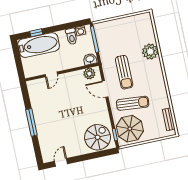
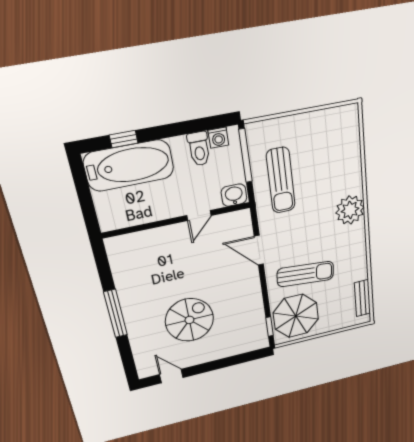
plant: (150, 52) -> (350, 210), moved
sun lounger: (124, 72) -> (281, 180), moved
door: (51, 74) -> (199, 216), moved
plant: (89, 74) -> (231, 223), removed
spiral stairs: (98, 137) -> (189, 320), moved
door: (61, 162) -> (171, 376), hinge flipped

